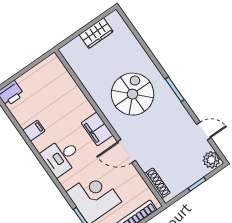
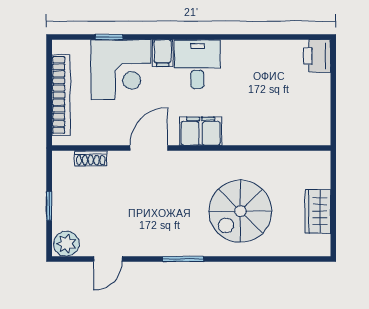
spiral stairs: (133, 94) -> (240, 211), moved, turned 90
filing cabinet: (34, 131) -> (163, 53), moved
shoe rack: (157, 183) -> (91, 158), width x0.70

